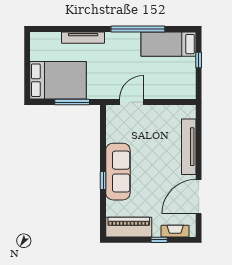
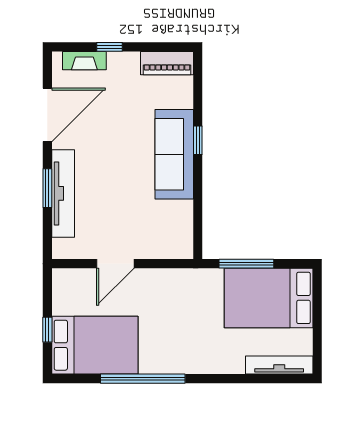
tv unit: (83, 38) -> (279, 365), moved
bed: (168, 44) -> (95, 345), width x1.50
door: (132, 102) -> (115, 264), moved
window: (199, 150) -> (47, 188), added
piano: (129, 227) -> (167, 63), width x0.73, depth x0.75

